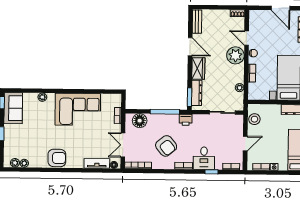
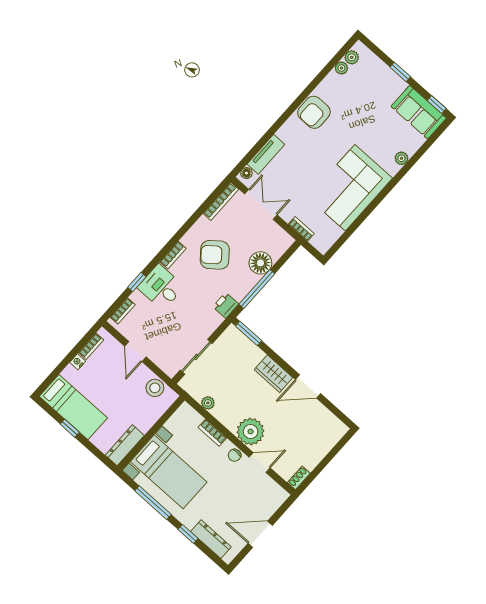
bench: (197, 22) -> (331, 421), removed
dresser: (197, 93) -> (246, 346), removed
floor lamp: (140, 121) -> (260, 263), moved

